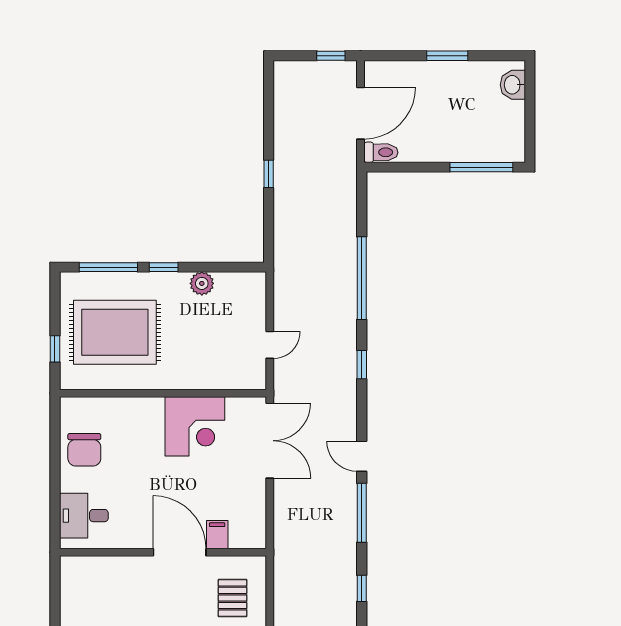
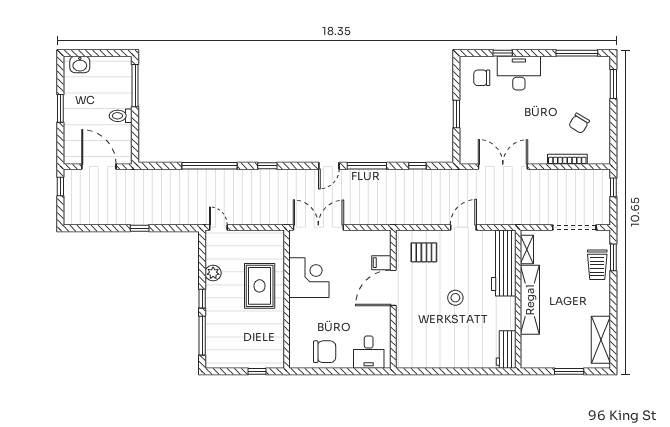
toilet: (381, 152) -> (121, 116), moved, turned -90
rug: (115, 332) -> (260, 286), moved, width x0.73, depth x0.69
door: (270, 345) -> (218, 227), moved

